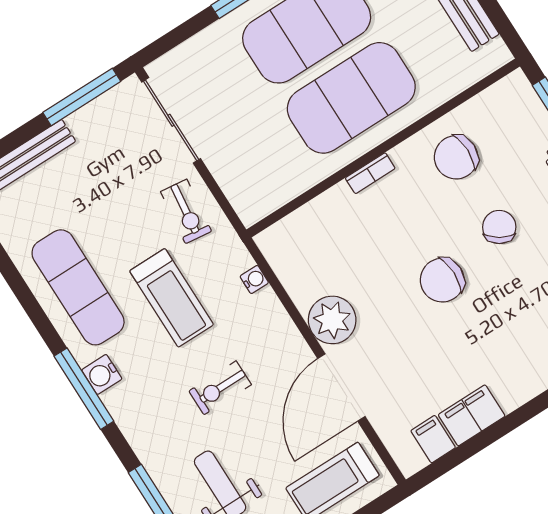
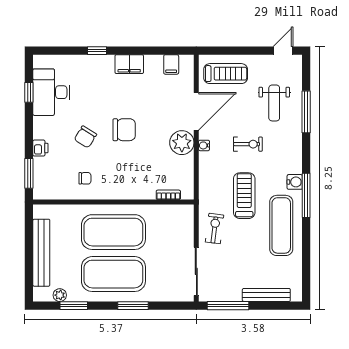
chair: (456, 157) -> (85, 178), width x0.54, depth x0.54
bookcase: (370, 173) -> (168, 195), moved
water cooler: (254, 279) -> (204, 145), moved
window: (84, 389) -> (306, 195), moved
filing cabinet: (472, 415) -> (129, 64), moved

